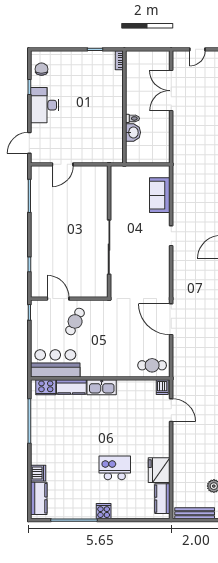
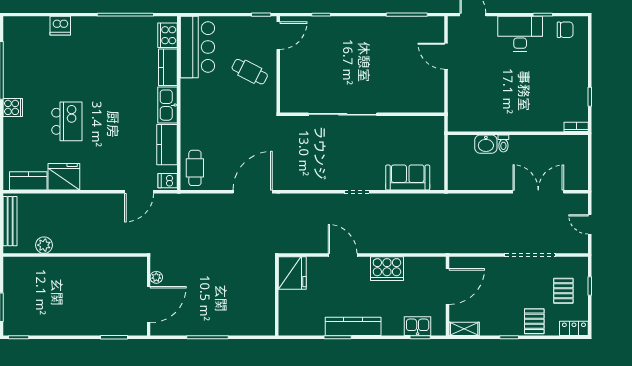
door: (58, 299) -> (278, 36), moved
kitchen counter: (39, 498) -> (167, 145), moved, turned 90

